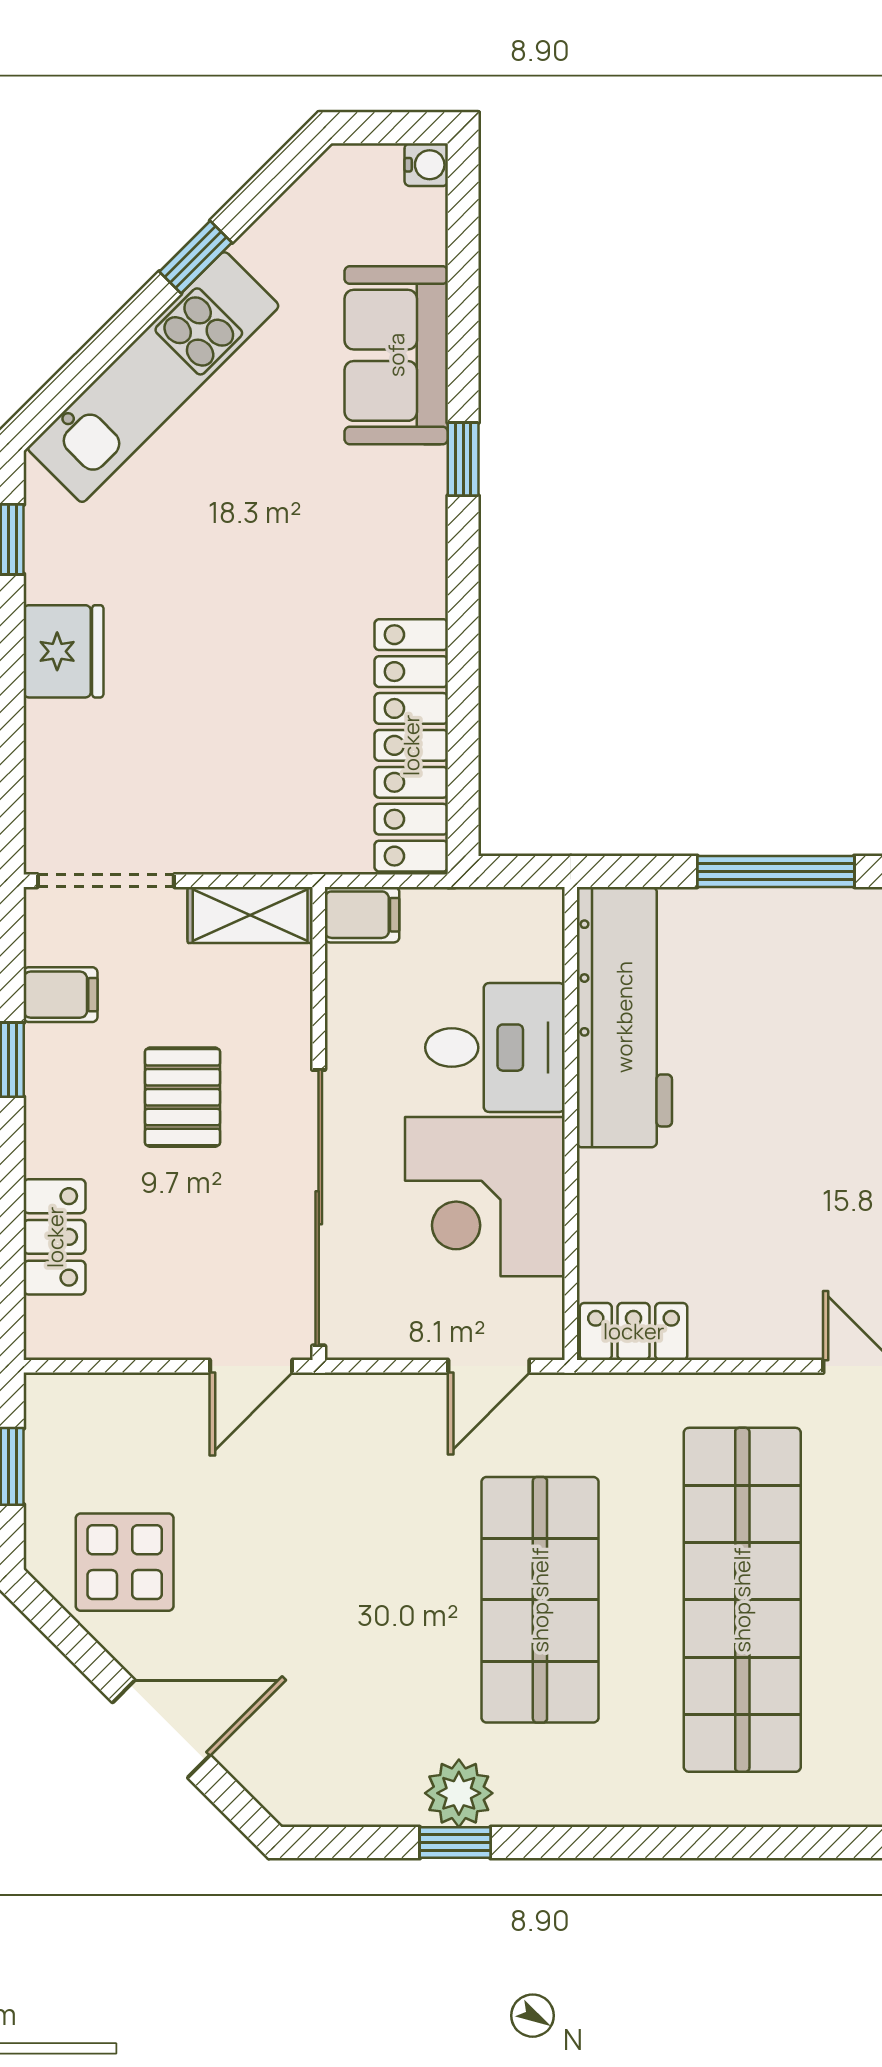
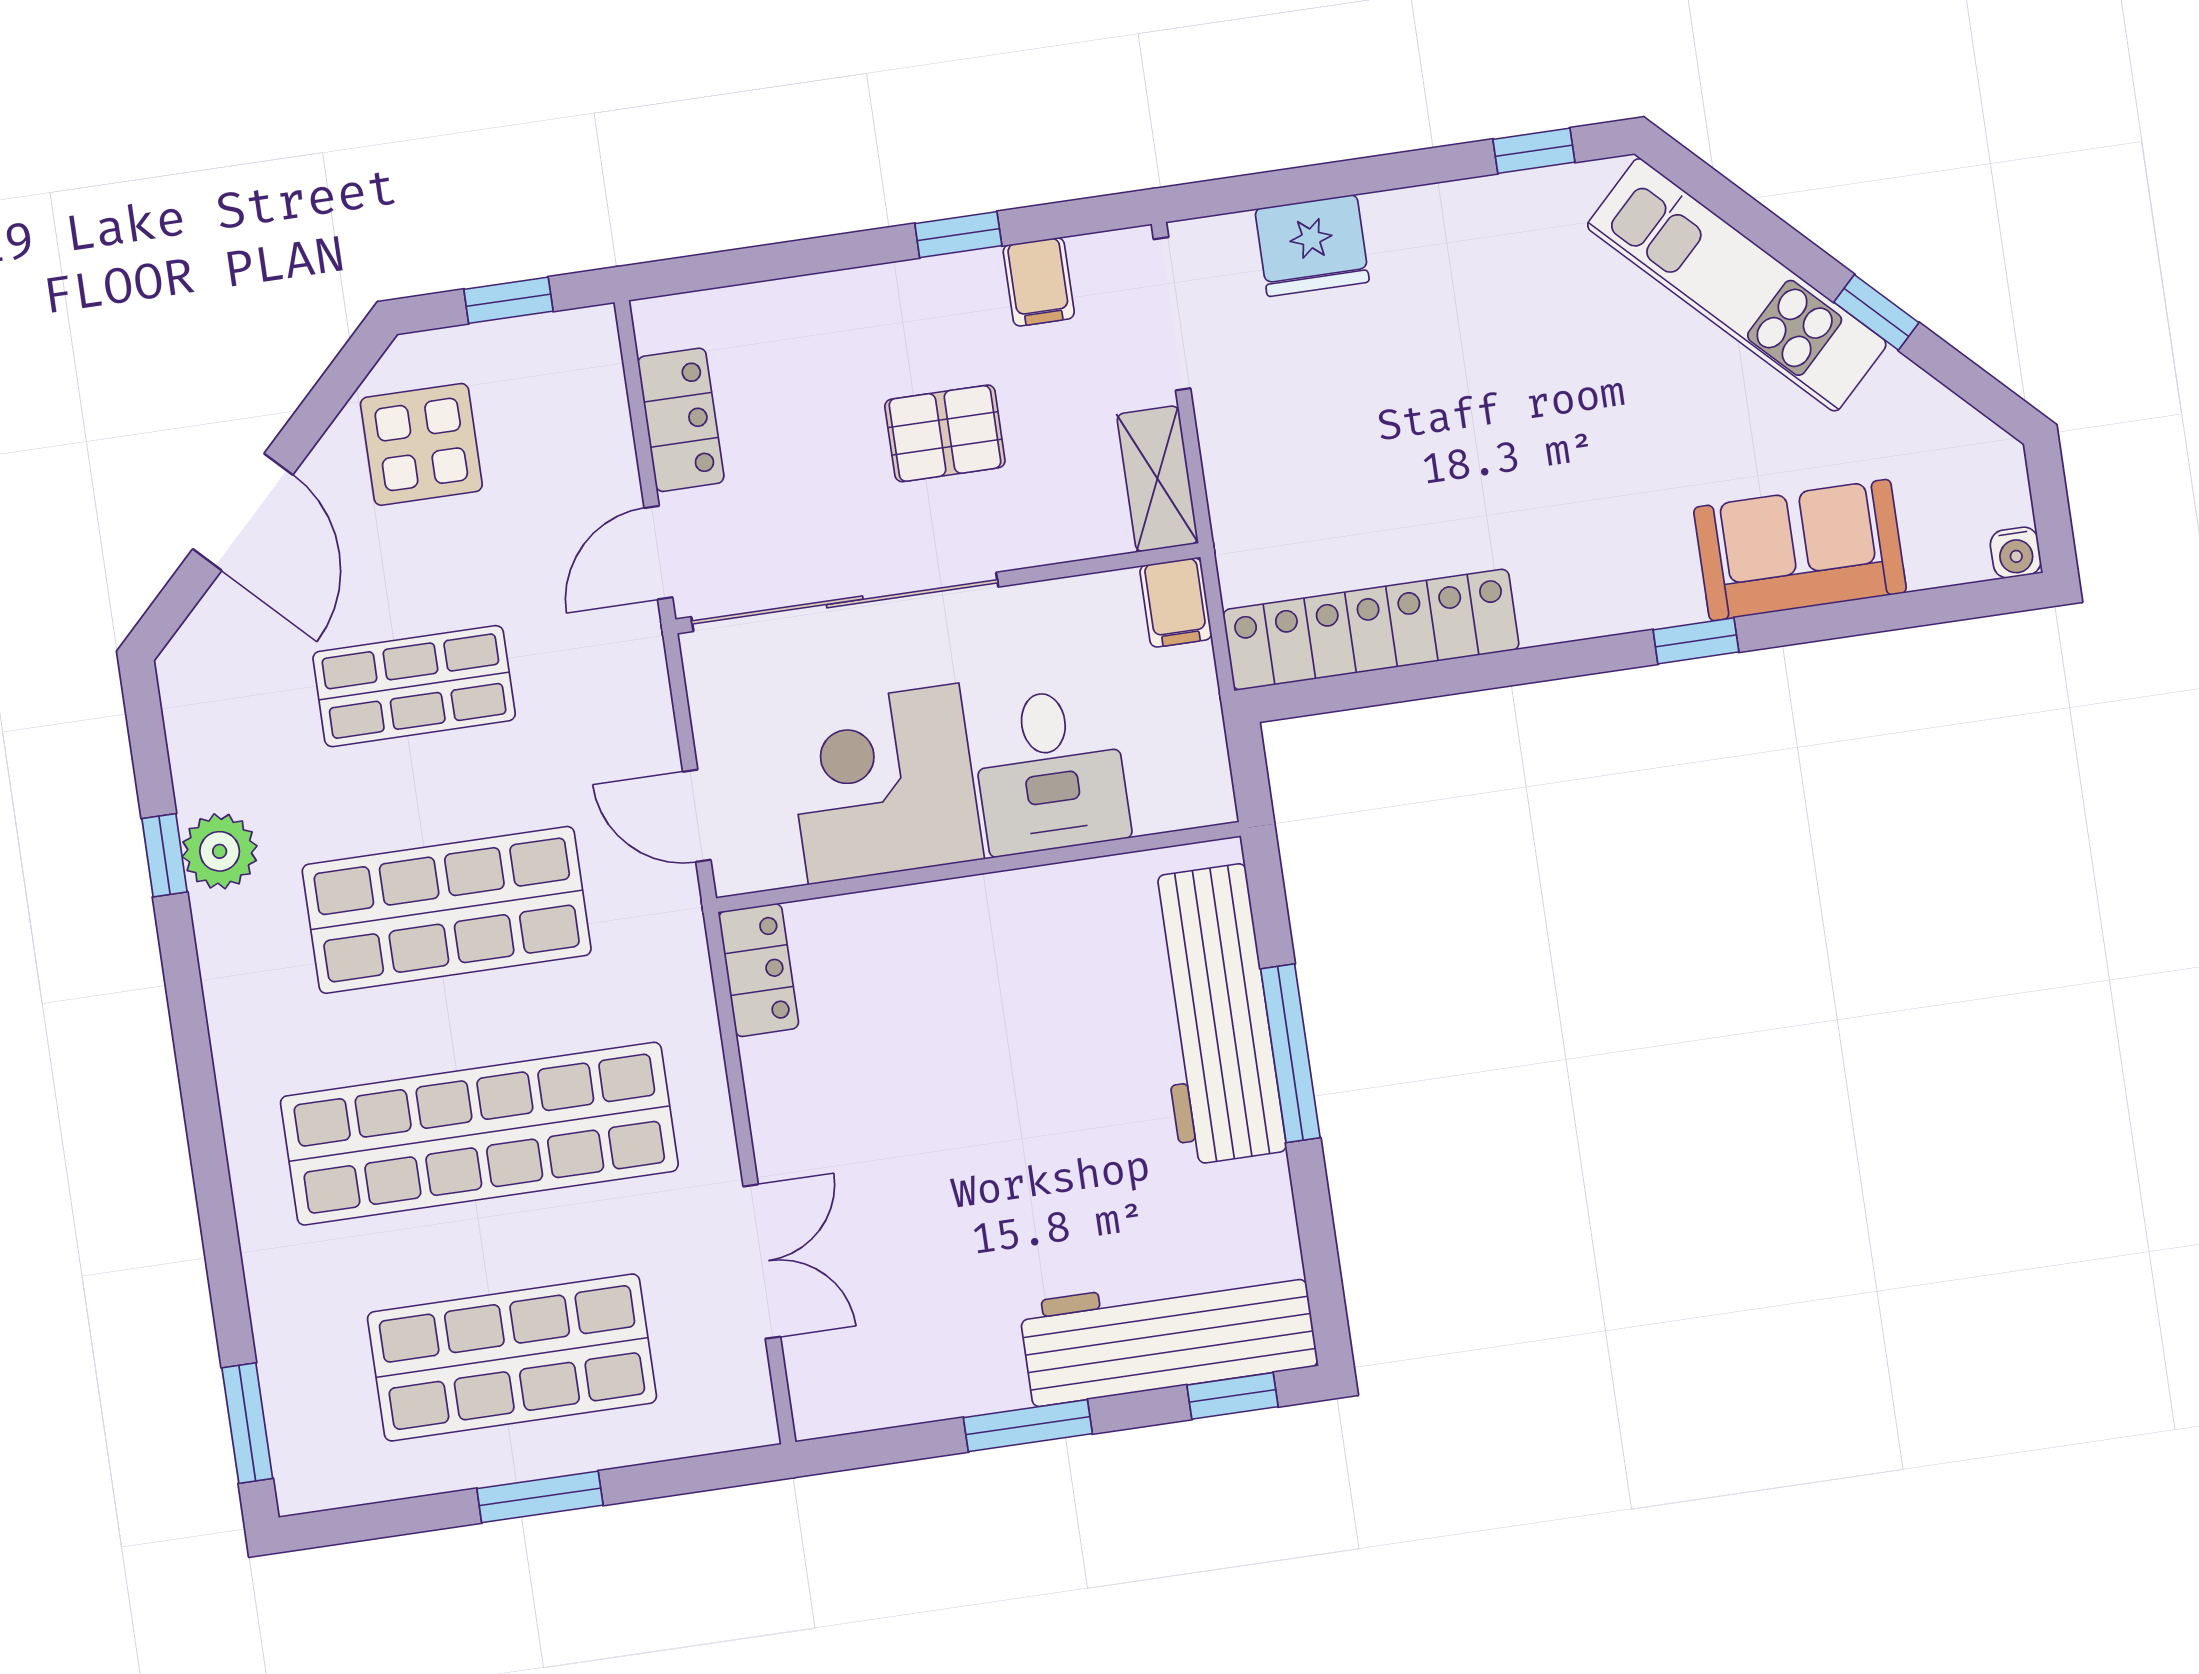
fridge: (64, 651) -> (1312, 245), moved
workbench: (624, 1017) -> (1214, 1015), moved, turned 90
locker: (55, 1237) -> (681, 420), moved, turned -90
door: (251, 1366) -> (658, 553), hinge flipped
shop shelf: (338, 1600) -> (414, 686), added

